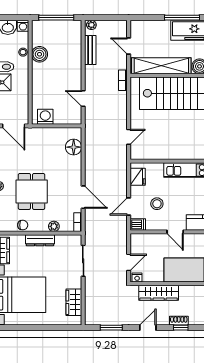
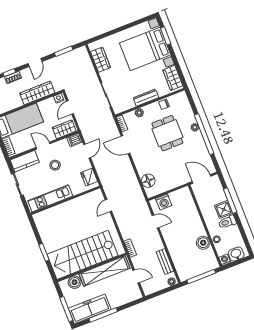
washing machine: (45, 117) -> (164, 202), moved
stool: (157, 204) -> (55, 165), moved
wardrobe: (144, 241) -> (64, 129), added

